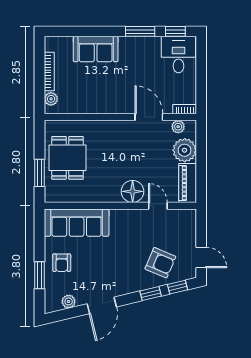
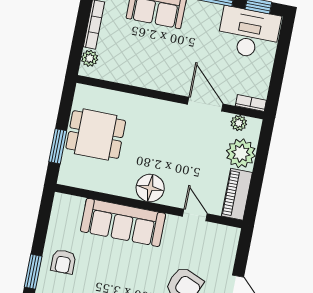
desk: (178, 55) -> (249, 33), width x1.37
dining table: (68, 158) -> (96, 135), turned 90
floor lamp: (133, 191) -> (150, 188), moved
sofa: (77, 223) -> (123, 222), moved

